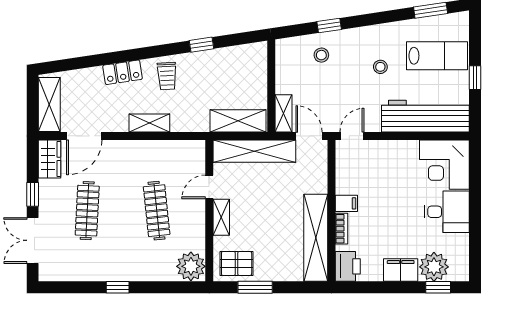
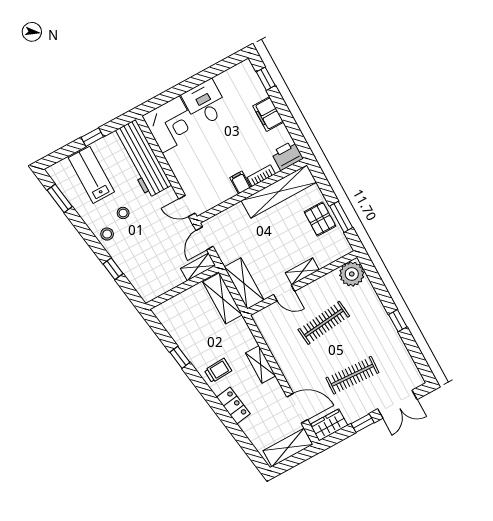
stool: (321, 55) -> (107, 234), moved
shelving: (254, 151) -> (244, 283), width x0.68
pallet: (237, 263) -> (320, 219), moved
plant: (434, 267) -> (252, 90), removed

